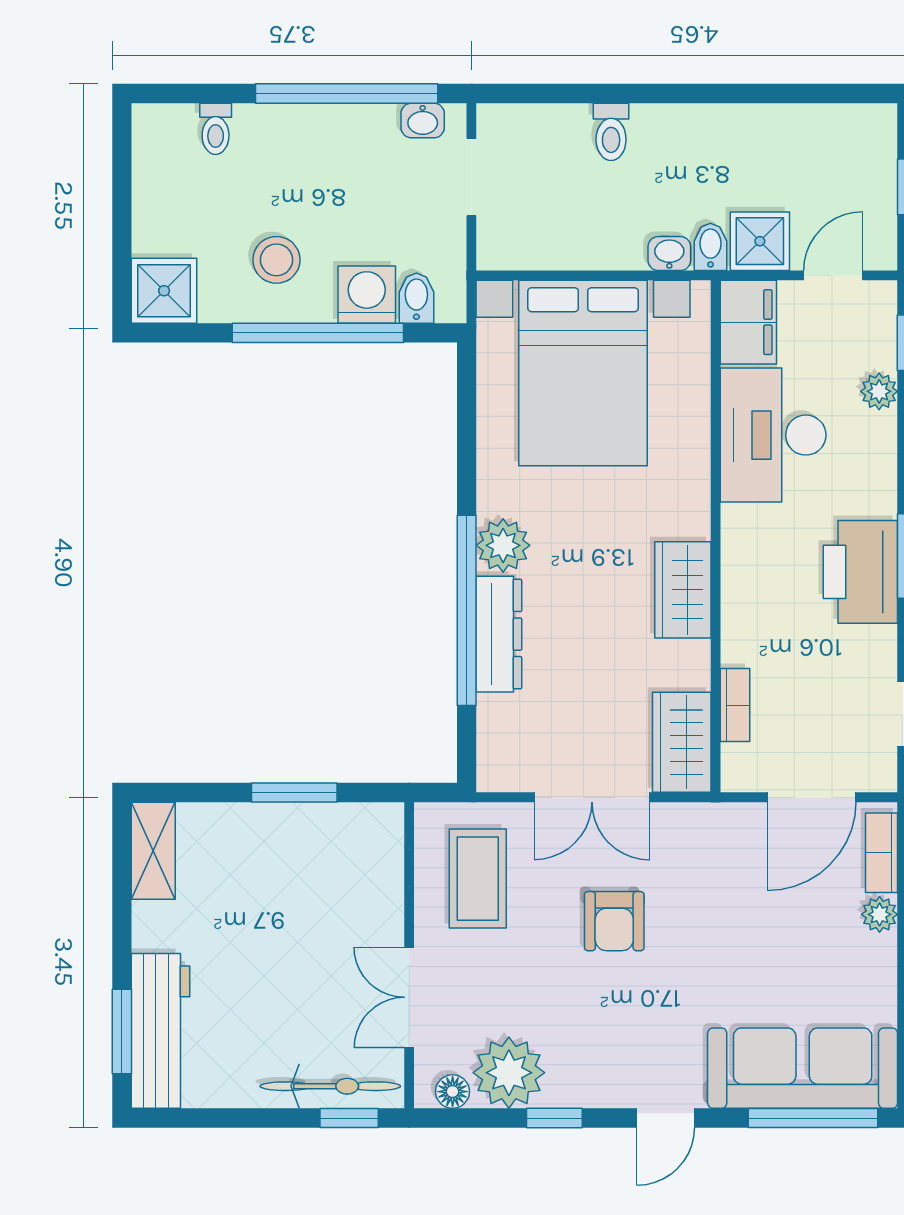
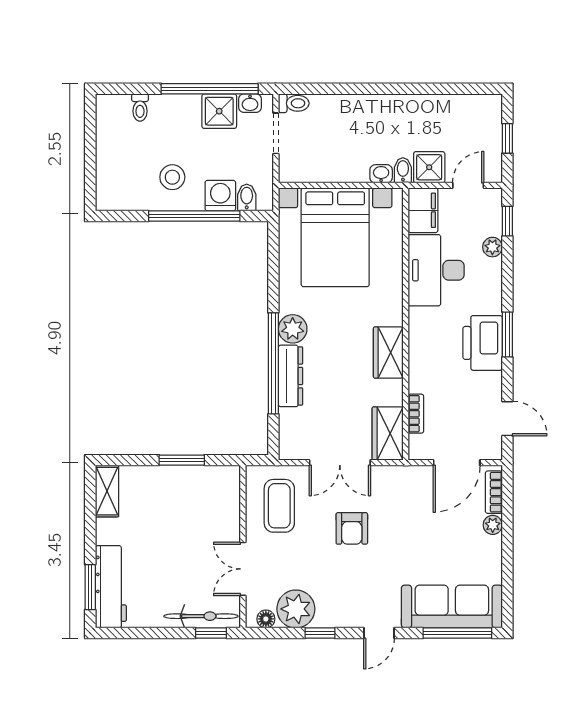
toilet: (611, 132) -> (294, 103), moved, turned -90
shower: (164, 291) -> (219, 111), moved

